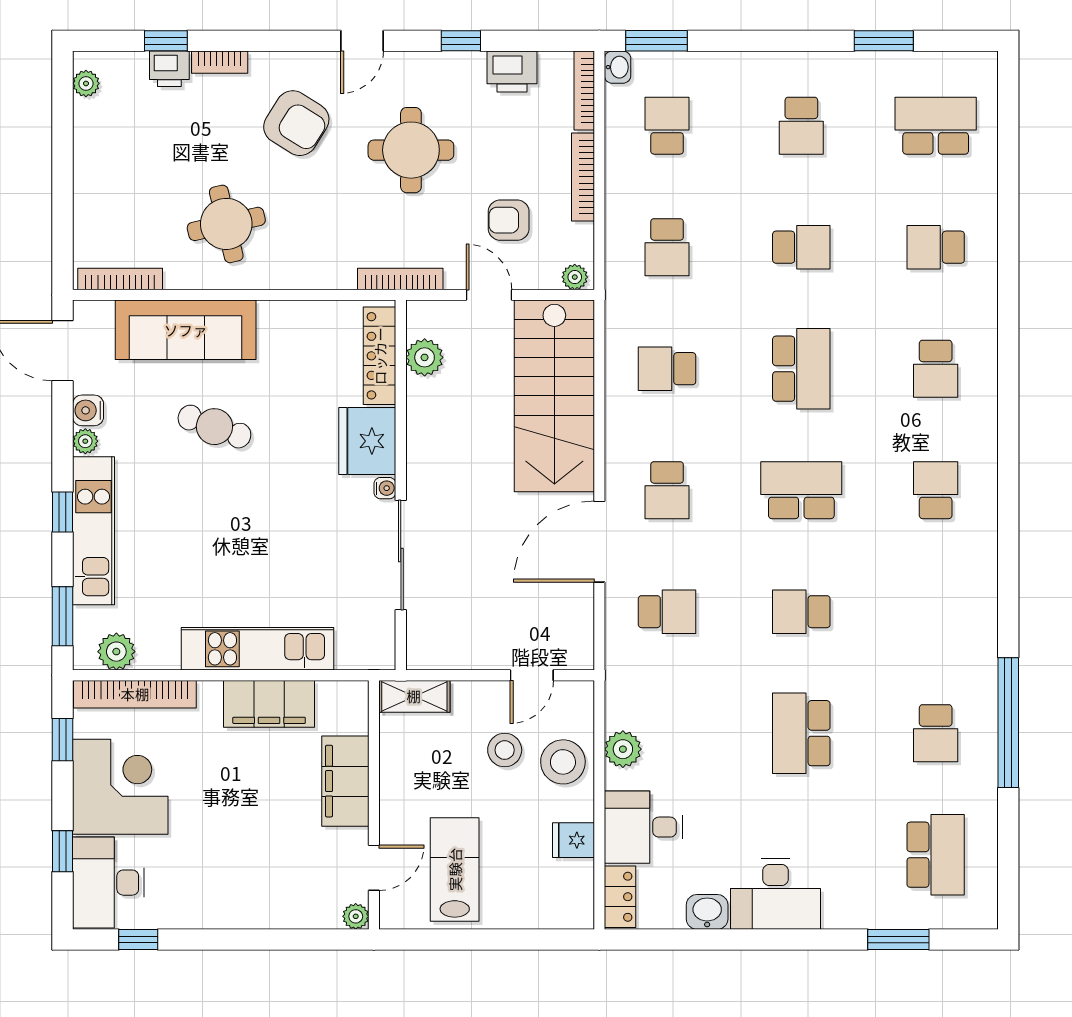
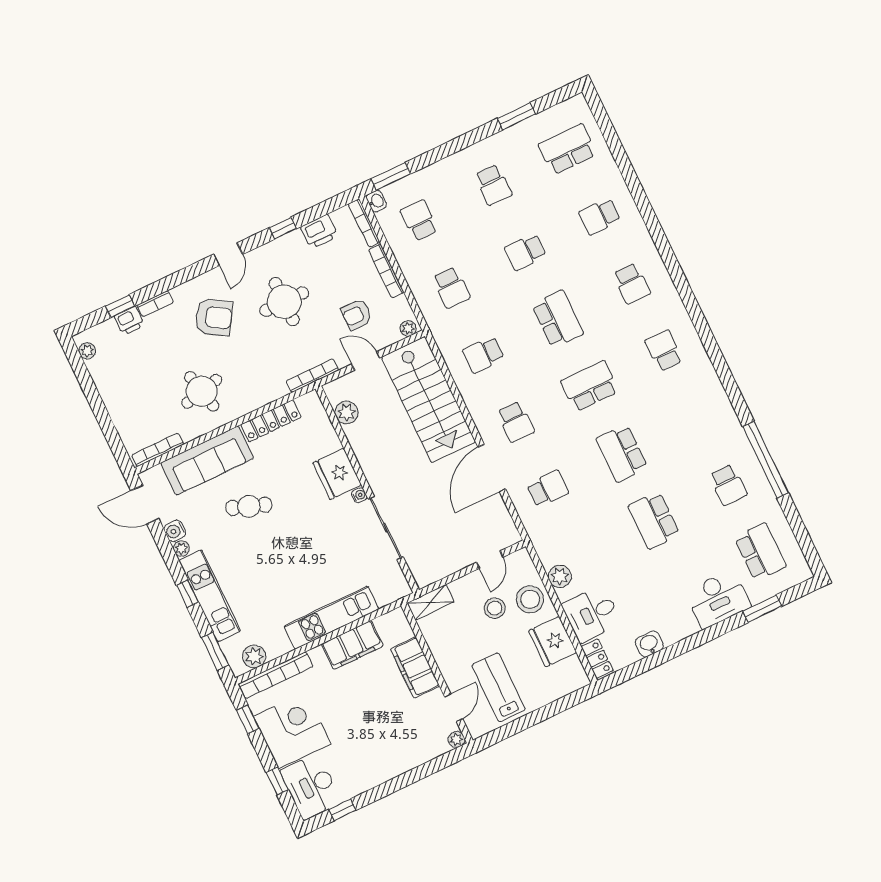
school desk: (801, 247) -> (525, 252), turned 180
locker: (380, 356) -> (271, 421), moved, turned -90
school desk: (801, 612) -> (622, 453), width x1.85
fridge: (573, 840) -> (553, 642), width x1.88, depth x1.34
desk: (775, 894) -> (718, 599), moved

